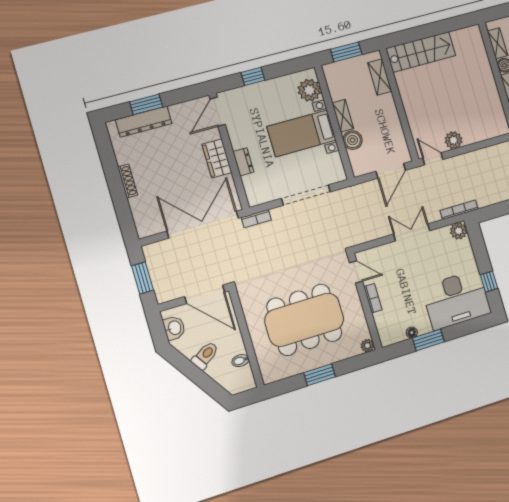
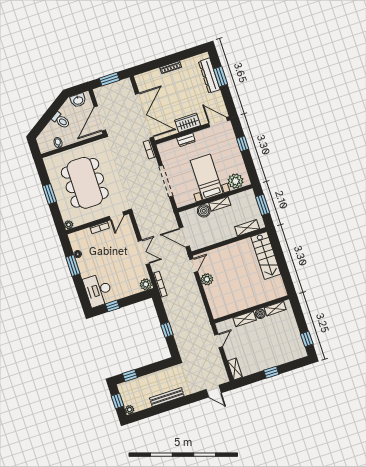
desk: (456, 300) -> (98, 290), width x0.73, depth x0.77

